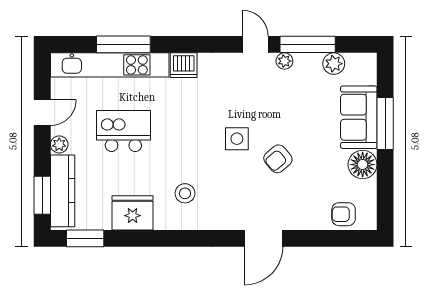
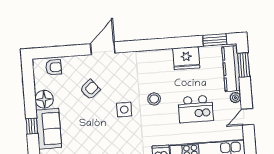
window: (385, 124) -> (32, 126), width x0.46
armchair: (278, 159) -> (90, 89), moved
stool: (185, 193) -> (154, 99), moved

